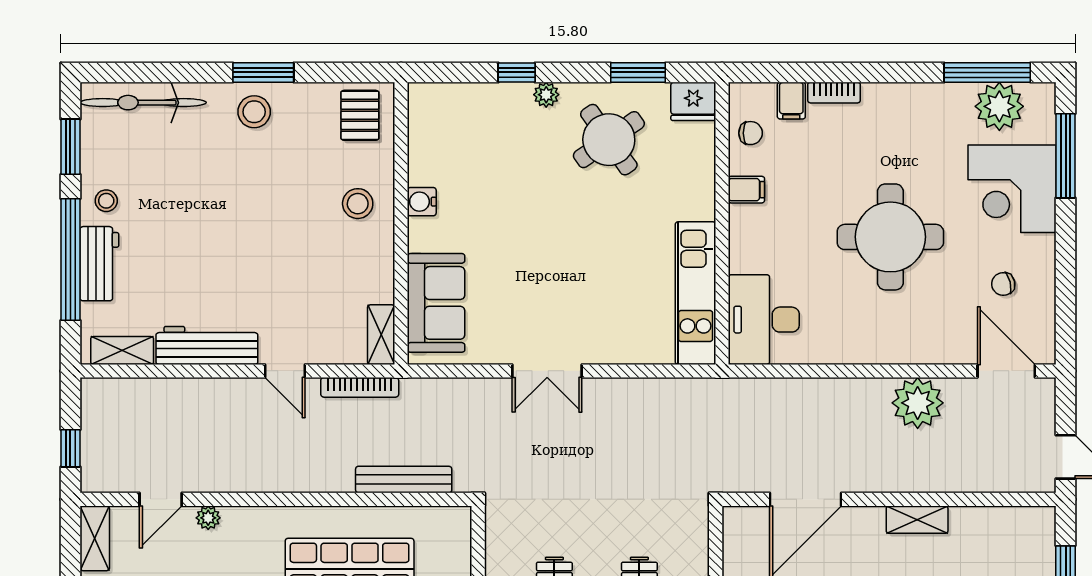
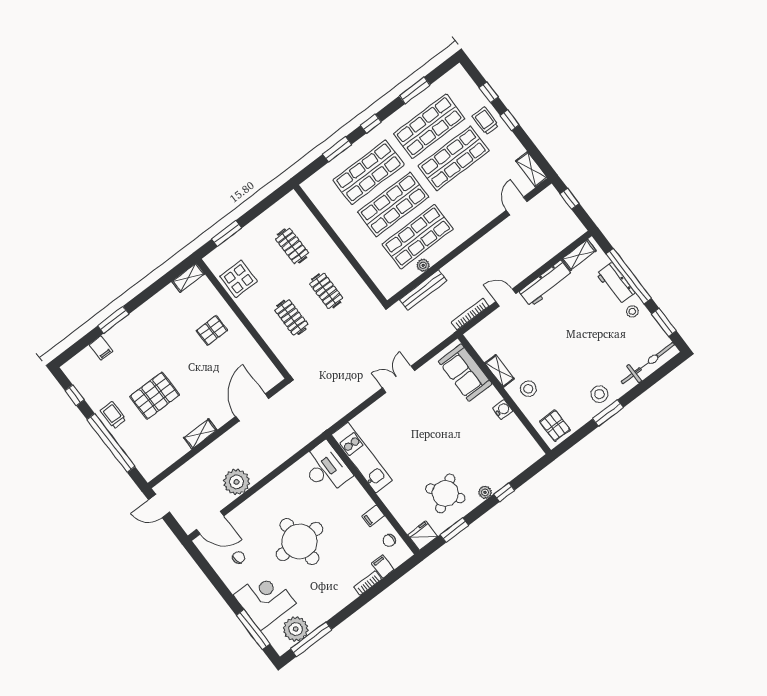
shelving: (381, 335) -> (499, 371), moved
plant: (208, 518) -> (423, 265), moved

